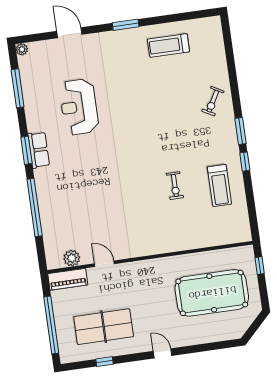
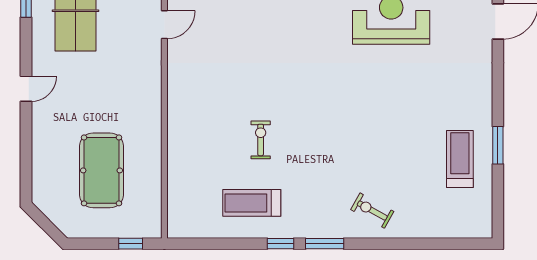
window: (126, 25) -> (498, 145), moved
exercise bike: (175, 186) -> (261, 140), turned 90
pool table: (212, 293) -> (101, 170), width x0.73, depth x0.76

